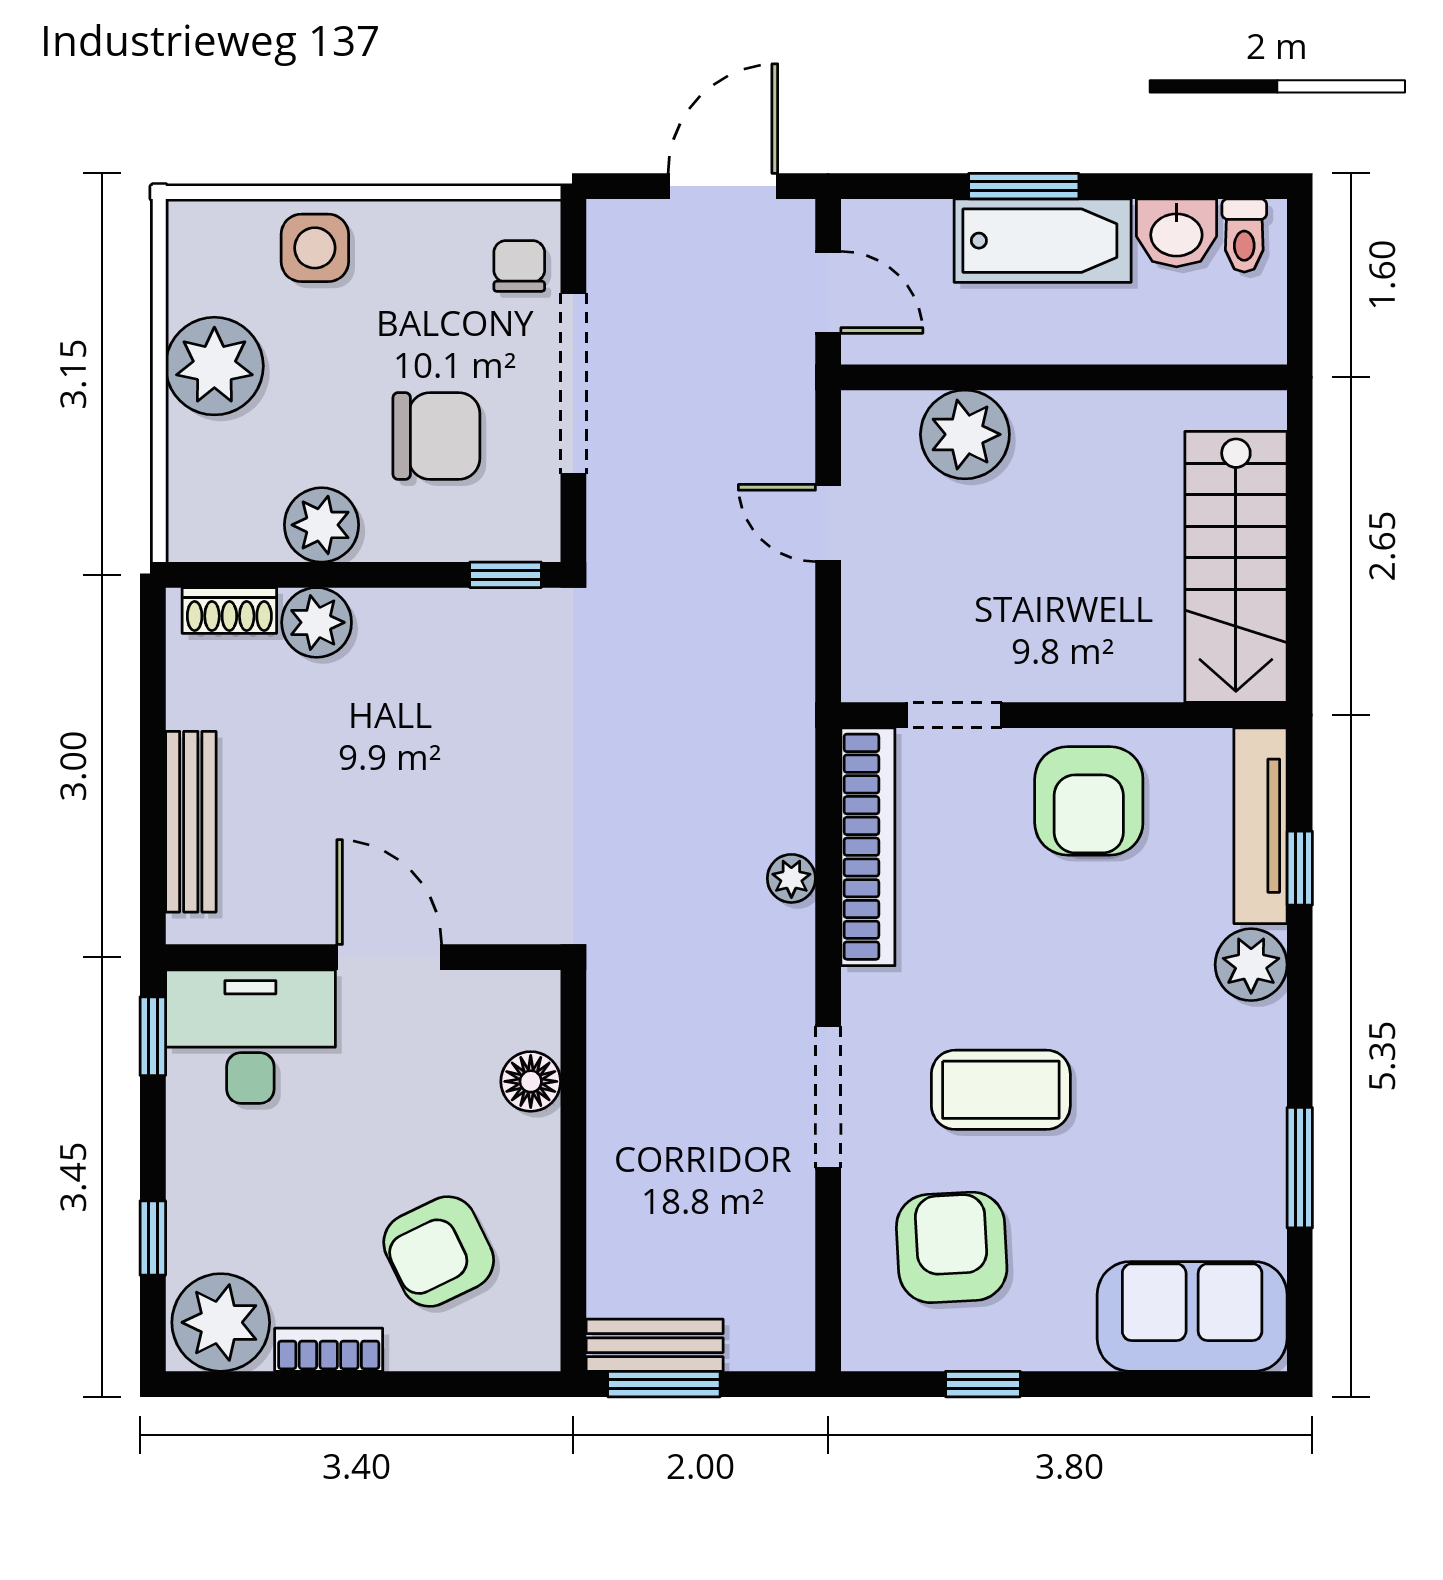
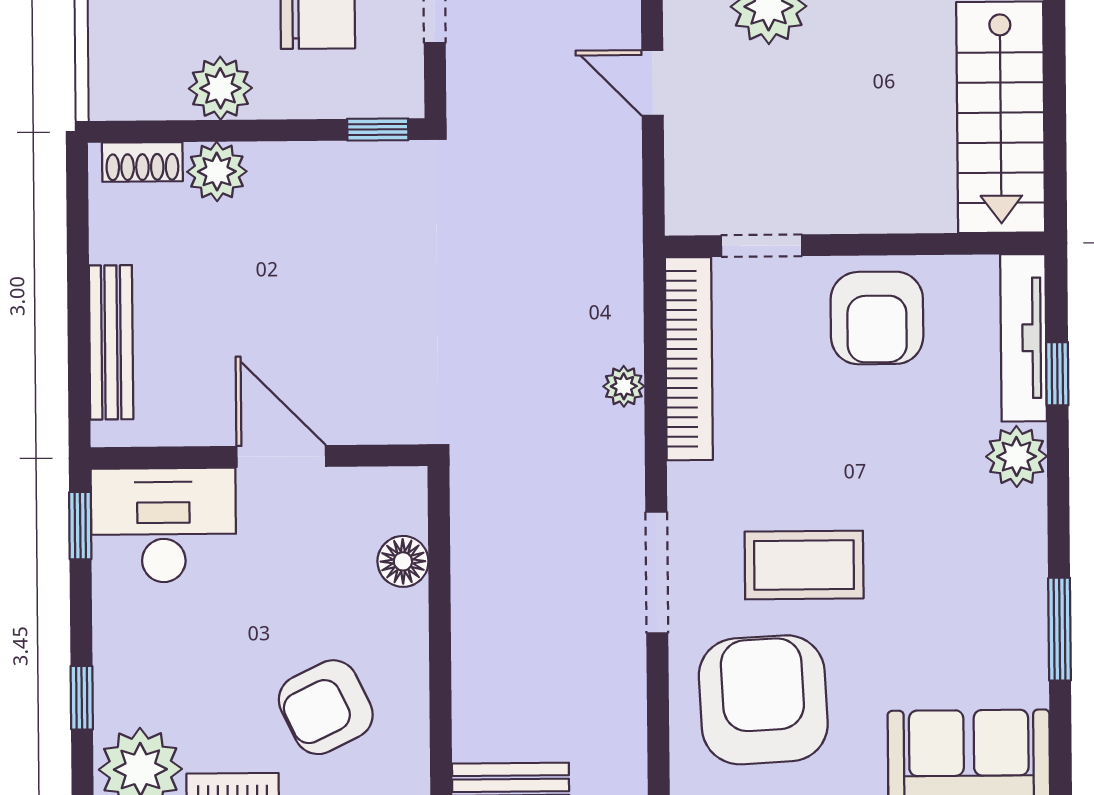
armchair: (952, 1247) -> (763, 700), width x1.36, depth x1.36

